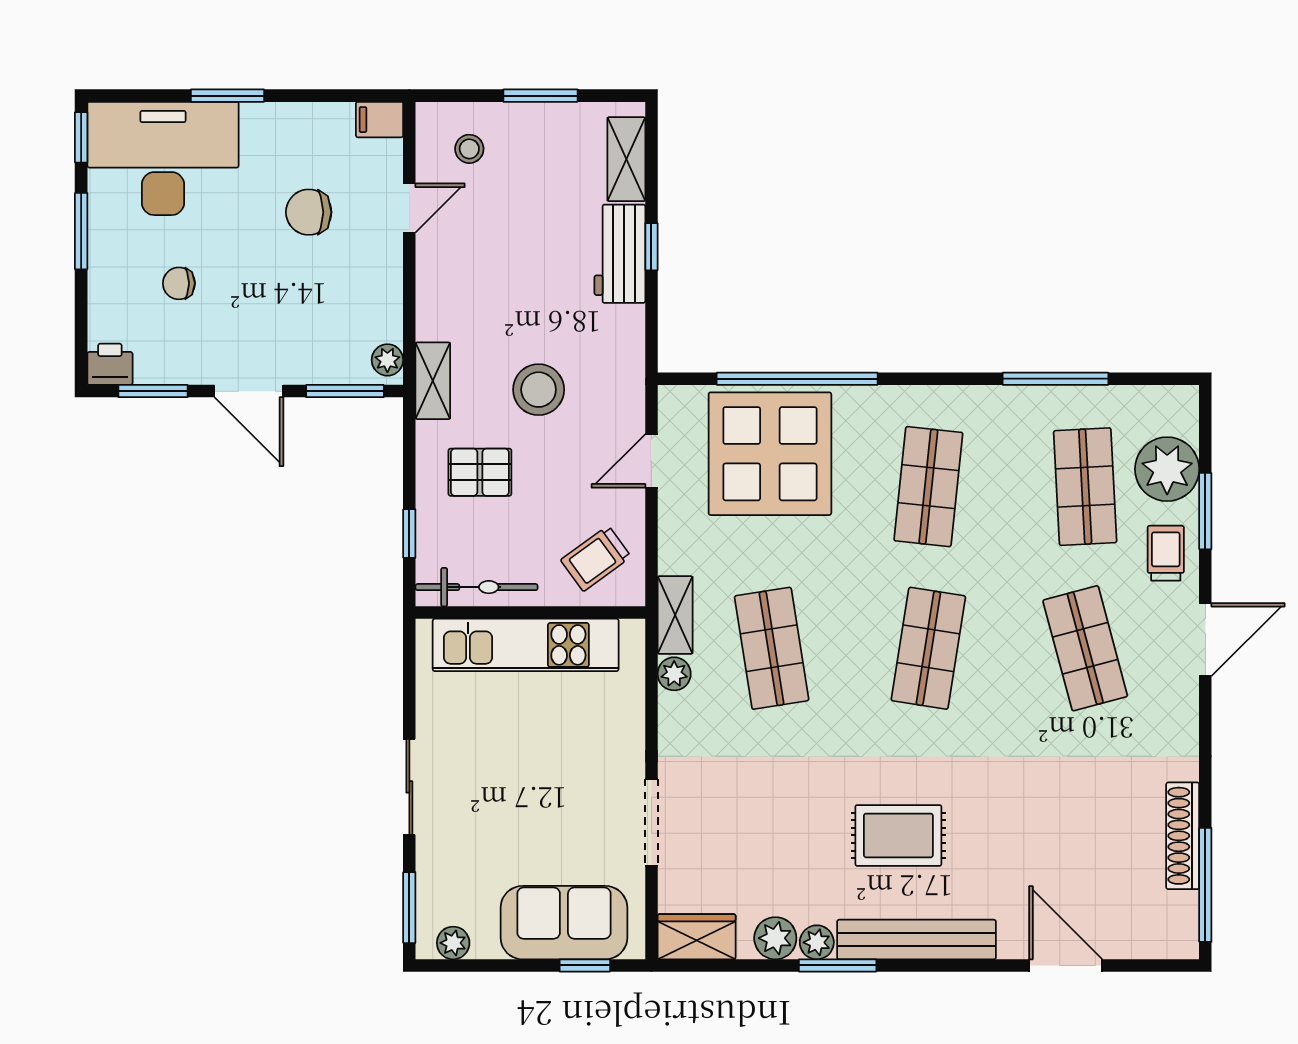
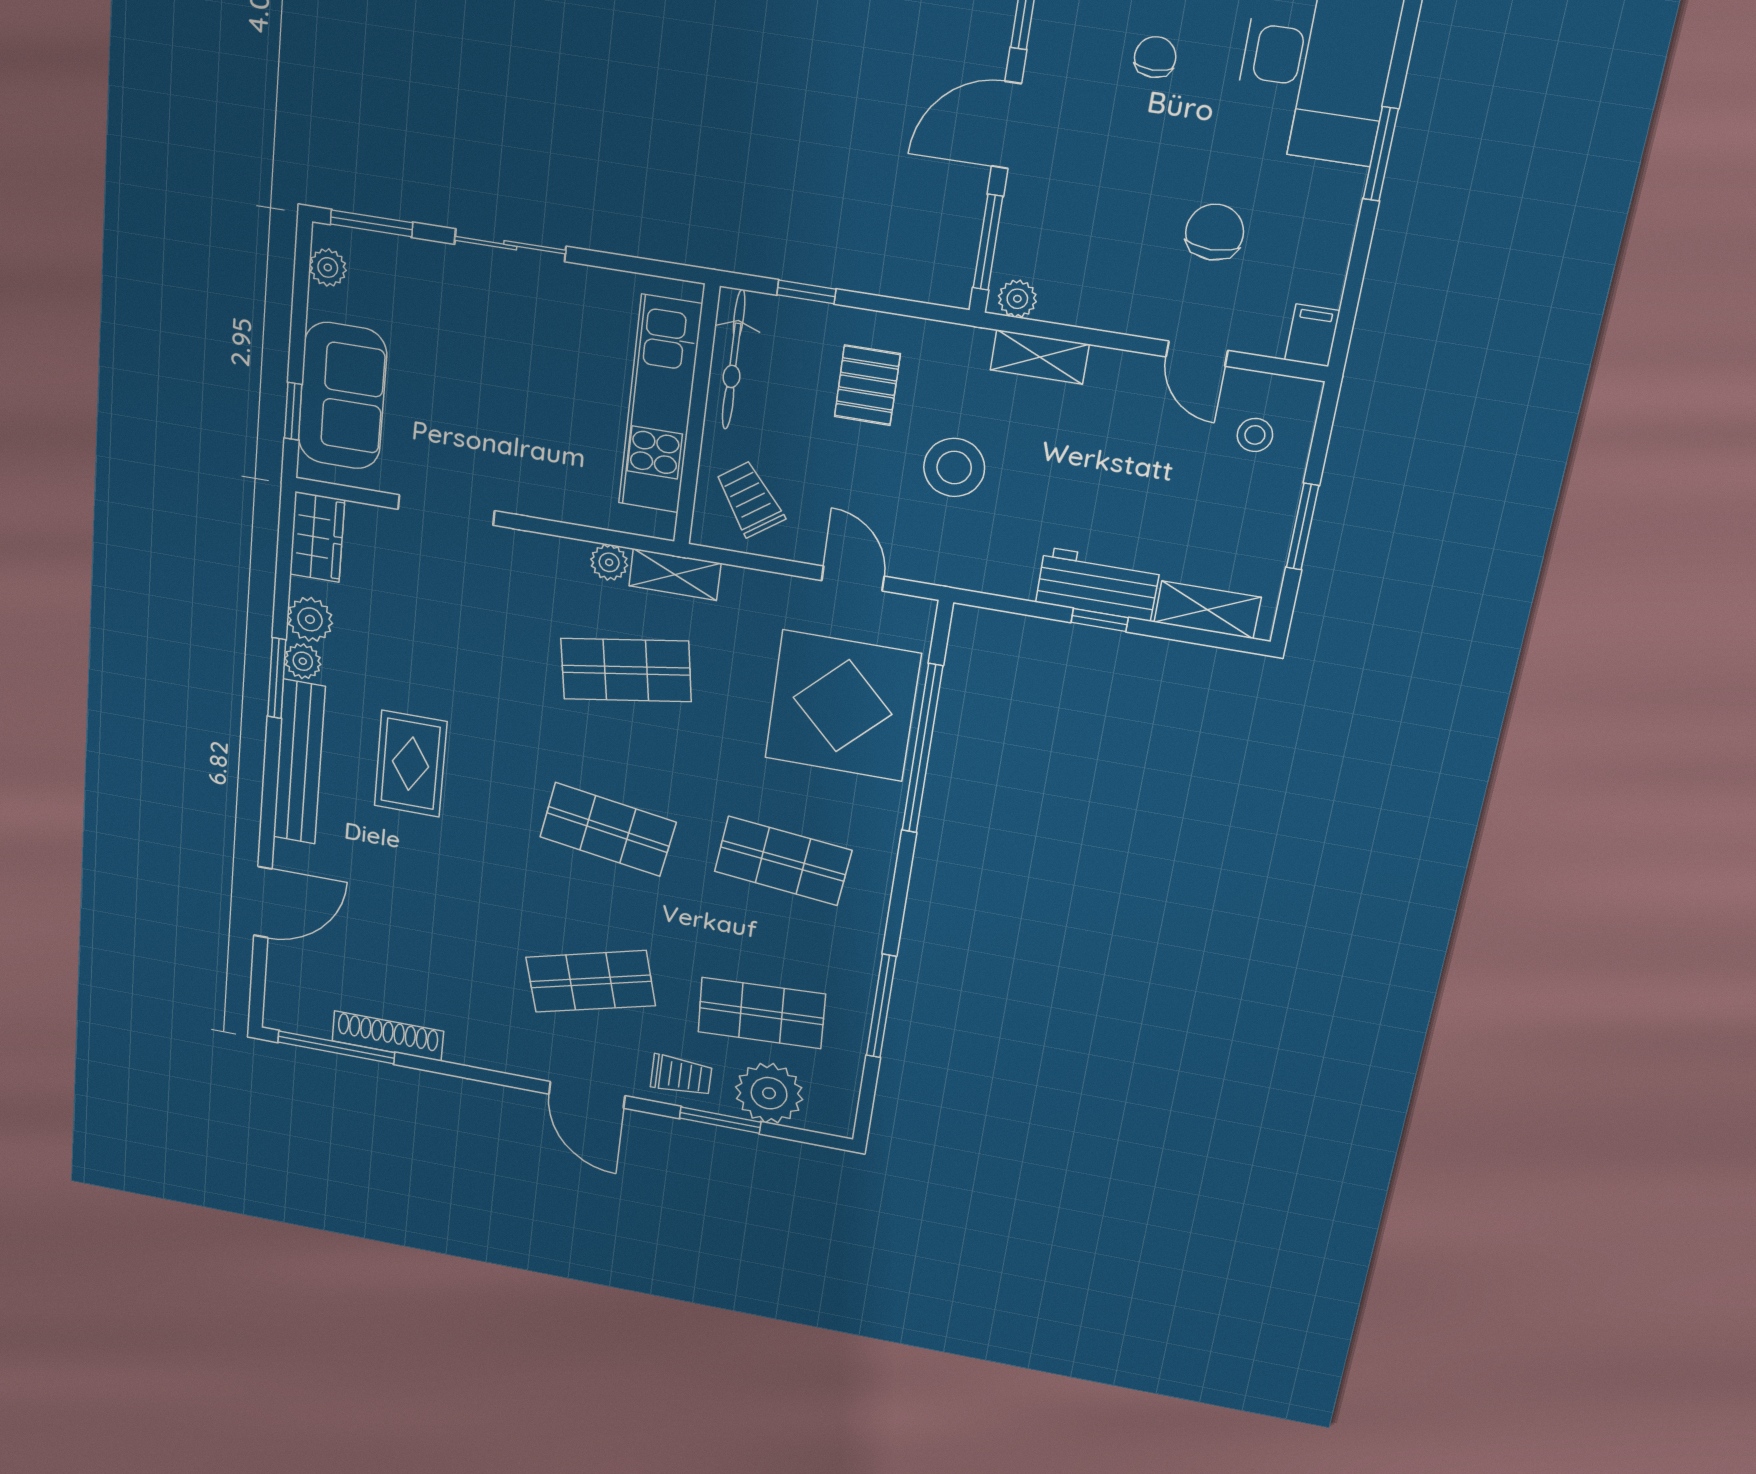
shelving: (433, 381) -> (1040, 357), moved

